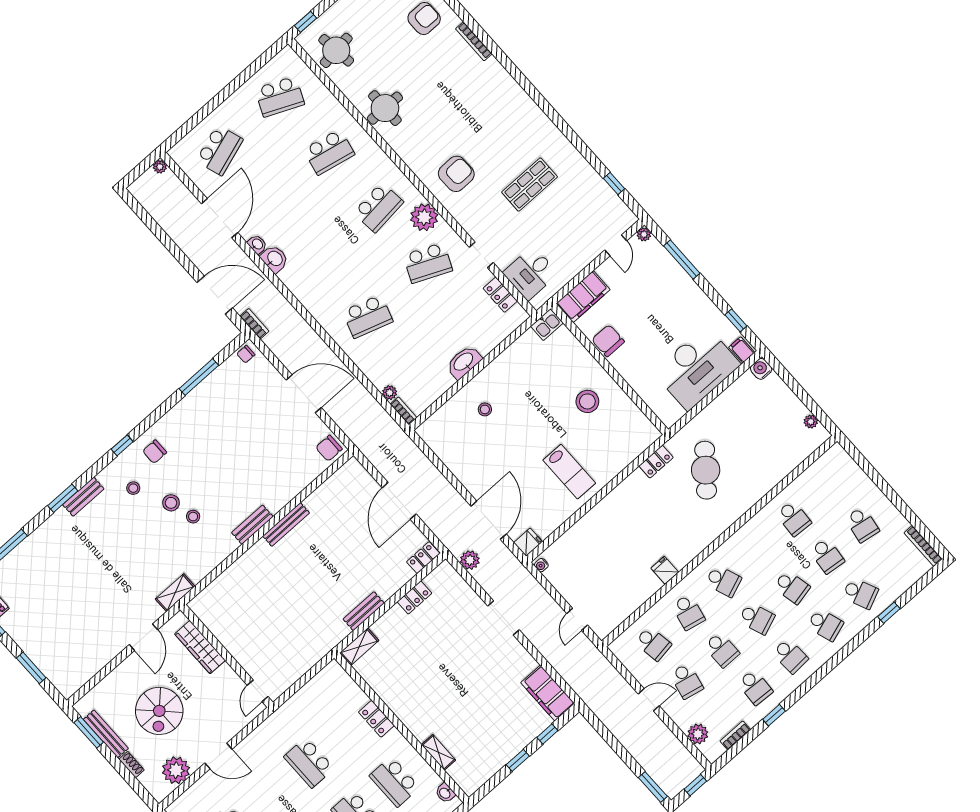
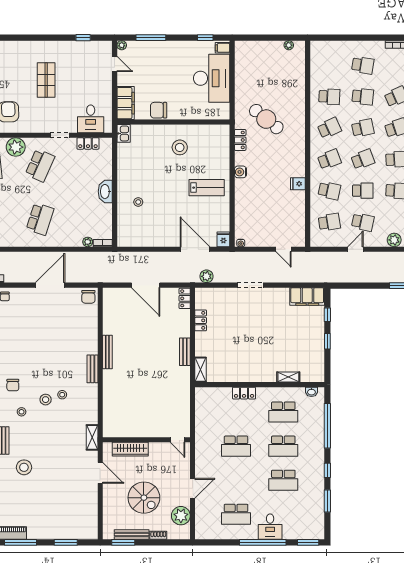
water cooler: (761, 369) -> (240, 172), moved
stool: (74, 546) -> (24, 467), added
school desk: (758, 550) -> (329, 128), added

